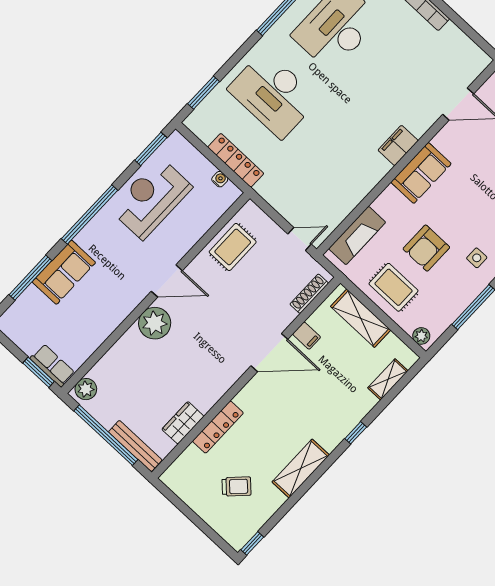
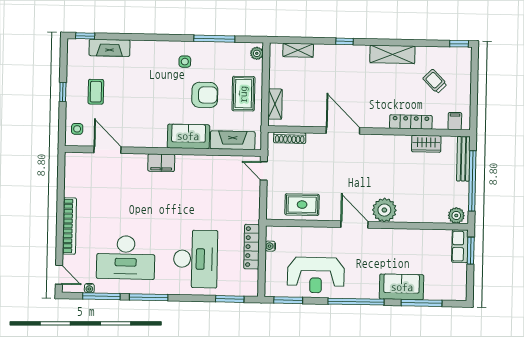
sofa: (421, 173) -> (188, 136), moved
shelving: (361, 318) -> (275, 104), width x0.67, depth x0.75
filing cabinet: (307, 336) -> (455, 121), moved

